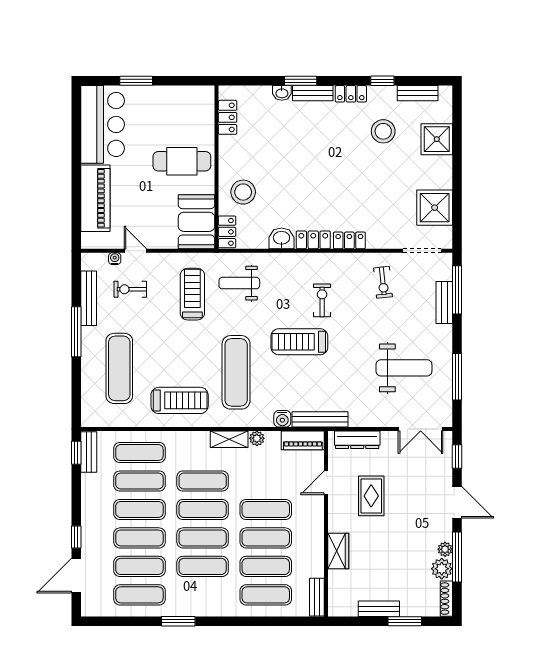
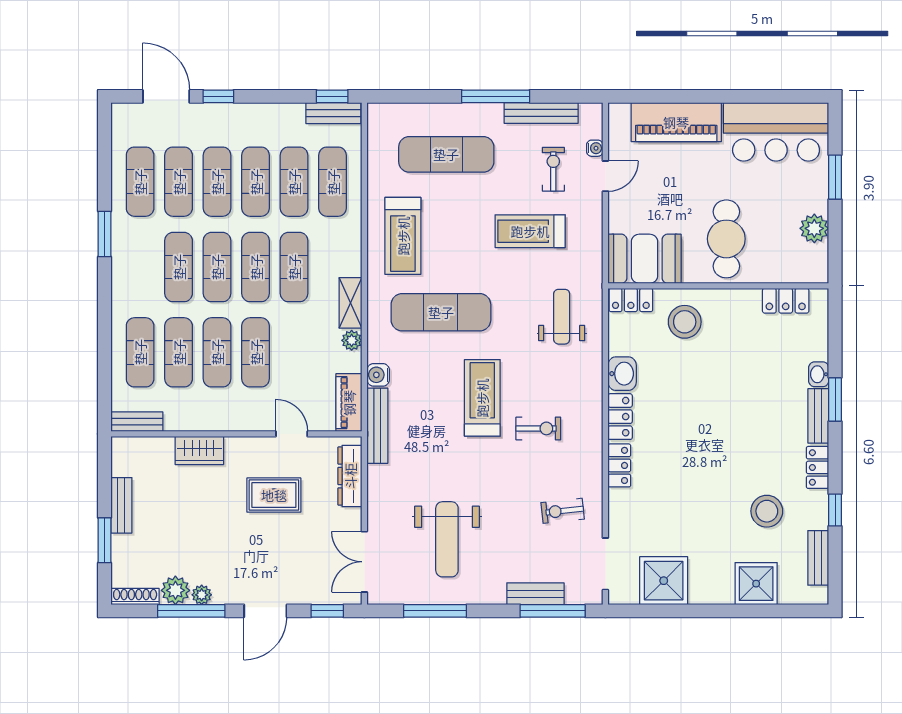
plant: (174, 96) -> (814, 228), added
treadmill: (192, 294) -> (530, 231), moved, turned 180

